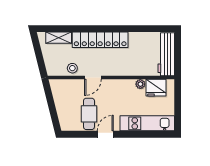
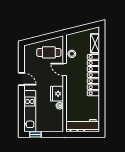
fridge: (156, 88) -> (57, 94), moved
cafe table: (89, 114) -> (49, 52), moved
window: (178, 116) -> (35, 134), added

